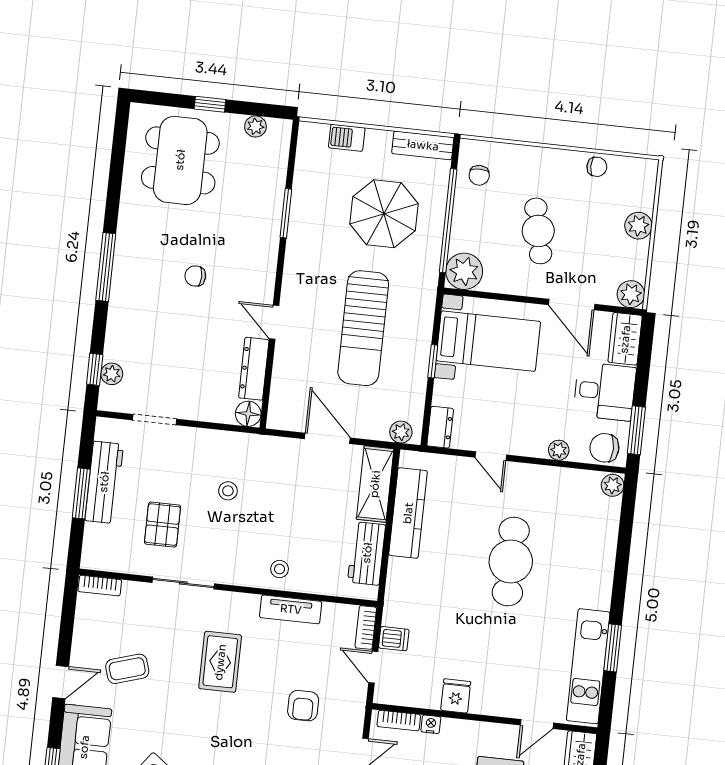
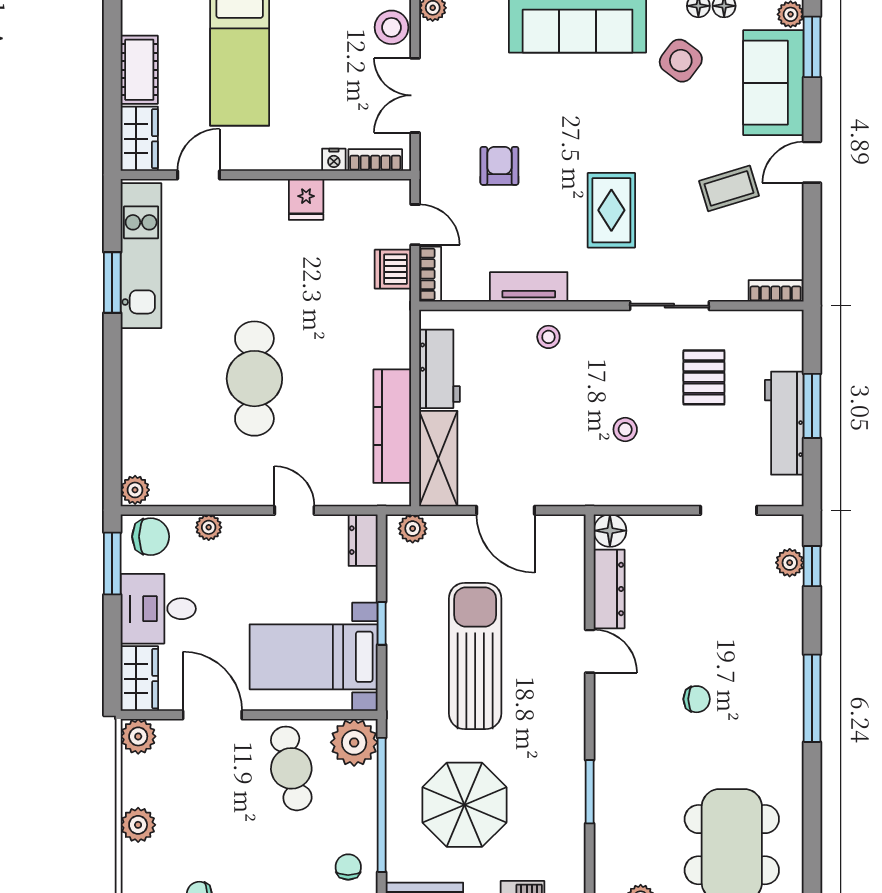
cafe table: (538, 231) -> (291, 768), moved
dishwasher: (394, 639) -> (393, 269), width x1.38

